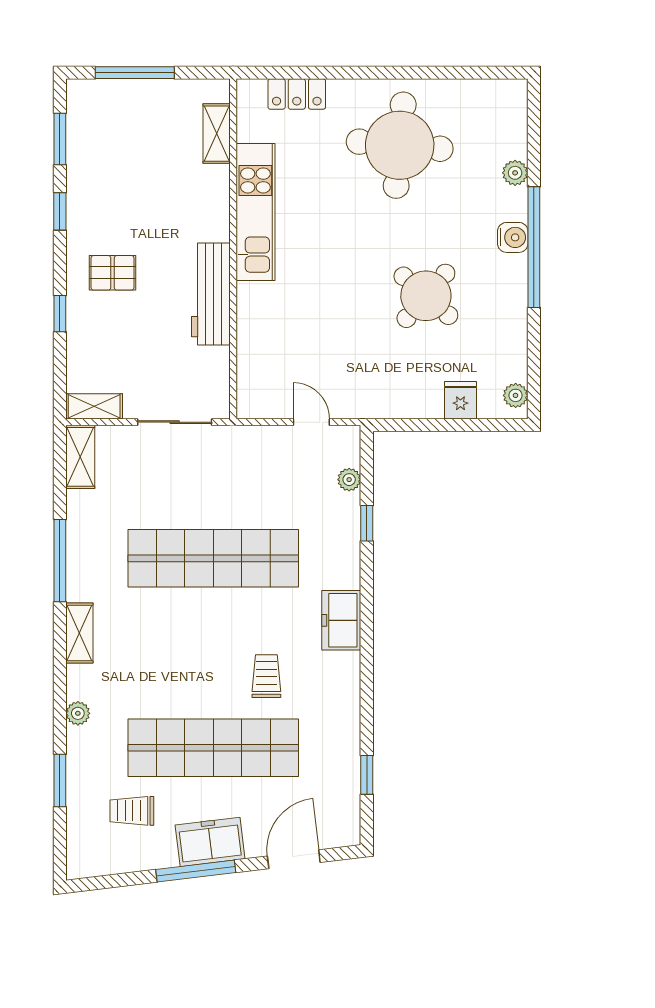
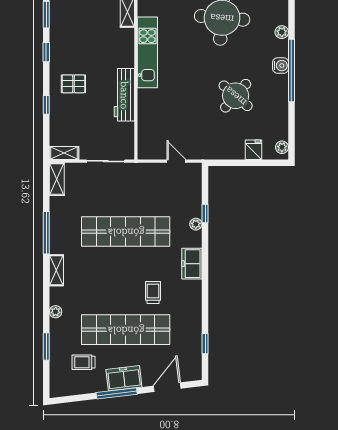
plant: (349, 480) -> (196, 224), moved

